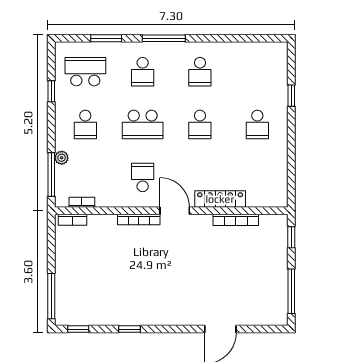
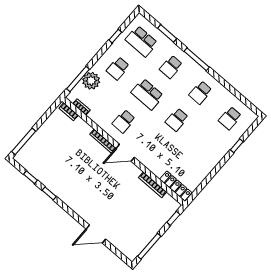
school desk: (85, 72) -> (141, 41), turned 180
school desk: (257, 125) -> (230, 118), moved
plant: (62, 158) -> (91, 81), width x1.88, depth x1.88
school desk: (143, 177) -> (124, 121), turned 180
locker: (220, 199) -> (176, 186), moved
door: (175, 211) -> (125, 153), swing flipped
window: (78, 329) -> (31, 177), moved

